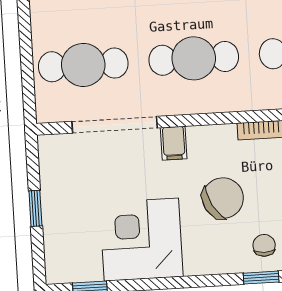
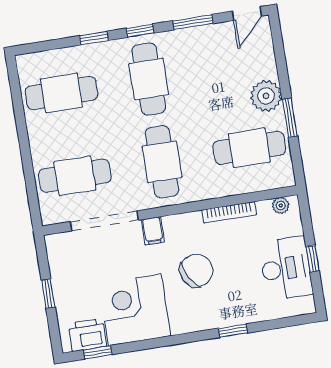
cafe table: (194, 58) -> (162, 162), turned 90
chair: (264, 245) -> (233, 305), removed
printer: (79, 265) -> (88, 335), added

